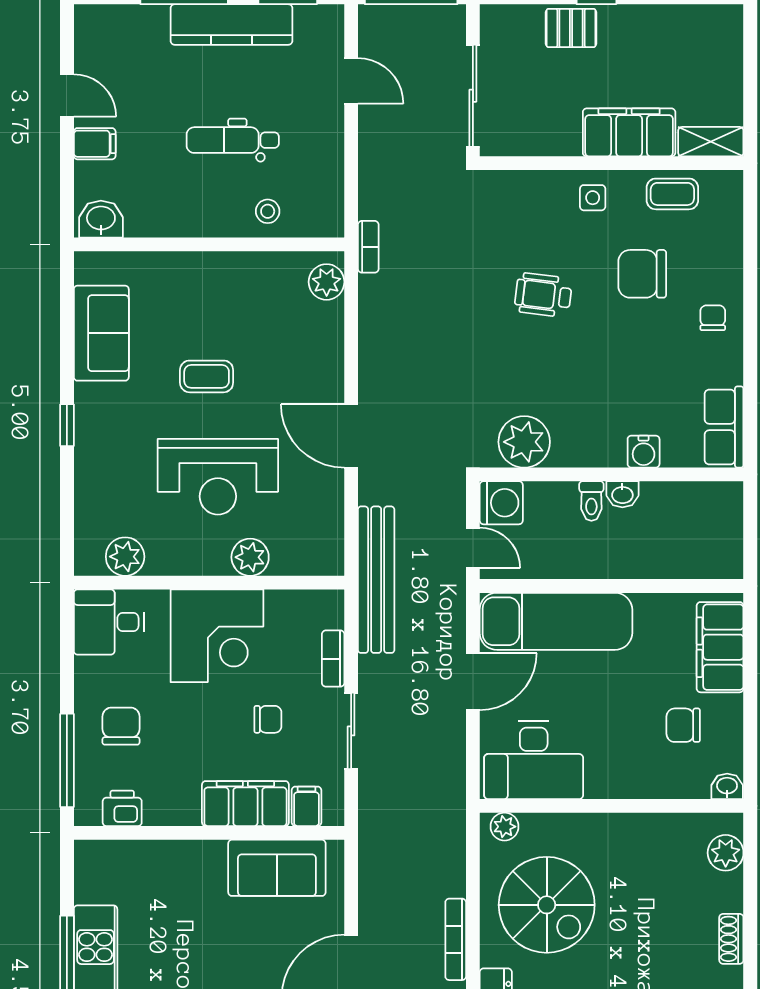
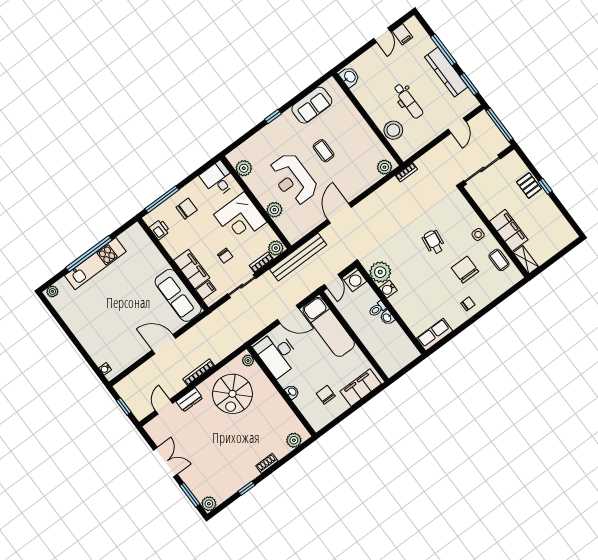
dental chair: (233, 140) -> (408, 101), turned 180
filing cabinet: (95, 144) -> (402, 34), moved
stool: (268, 211) -> (393, 130), width x1.89, depth x1.89
water cooler: (644, 452) -> (388, 289), moved
plant: (326, 610) -> (276, 248), added
washbasin: (727, 786) -> (292, 392), moved
sofa: (277, 868) -> (178, 295), width x1.36

